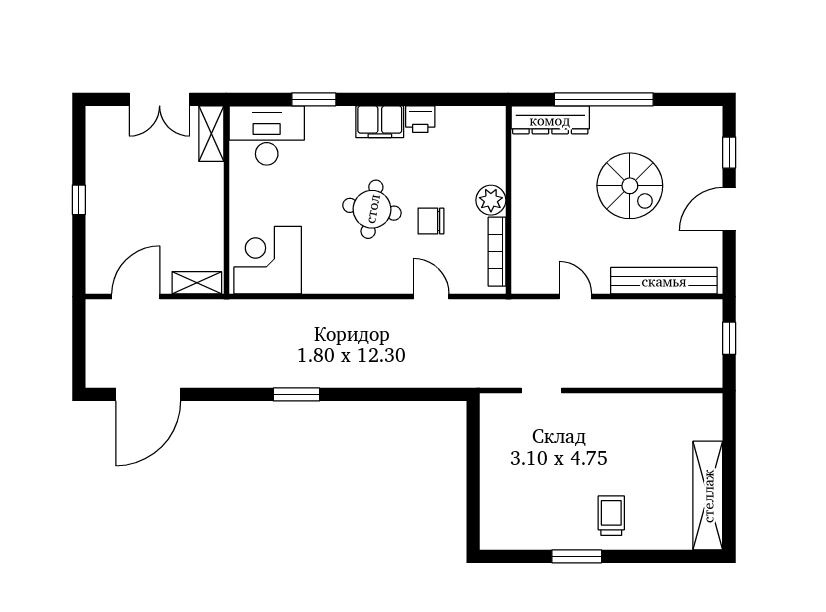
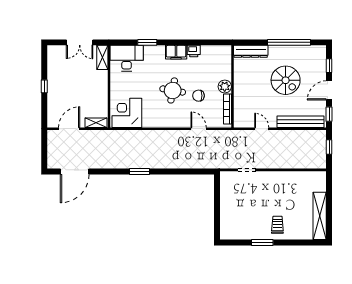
window: (604, 99) -> (289, 42), moved
window: (729, 263) -> (329, 114), added

